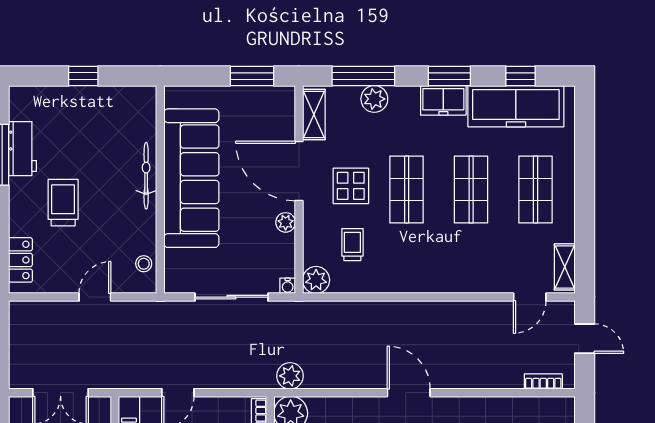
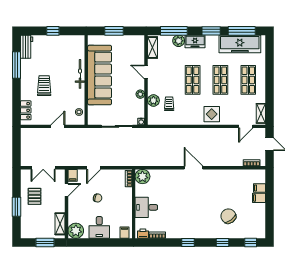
window: (252, 76) -> (114, 31), moved
window: (520, 76) -> (242, 31), width x2.17
freezer: (443, 100) -> (195, 41), moved
workbench: (22, 149) -> (27, 47), moved
door: (299, 171) -> (146, 72), width x0.53
display table: (351, 186) -> (212, 114), moved
plant: (316, 280) -> (153, 101), moved
plant: (290, 376) -> (142, 160), removed

